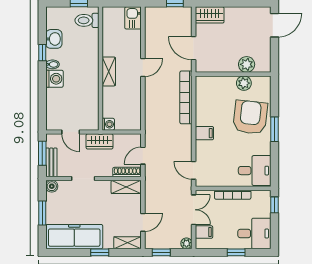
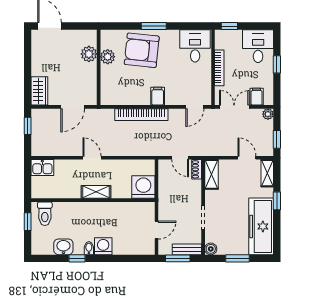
bookcase: (186, 97) -> (141, 115), moved
washing machine: (108, 124) -> (143, 187), width x1.89, depth x1.89
wardrobe: (100, 141) -> (166, 201), removed
shoe rack: (127, 172) -> (197, 169), width x0.70

